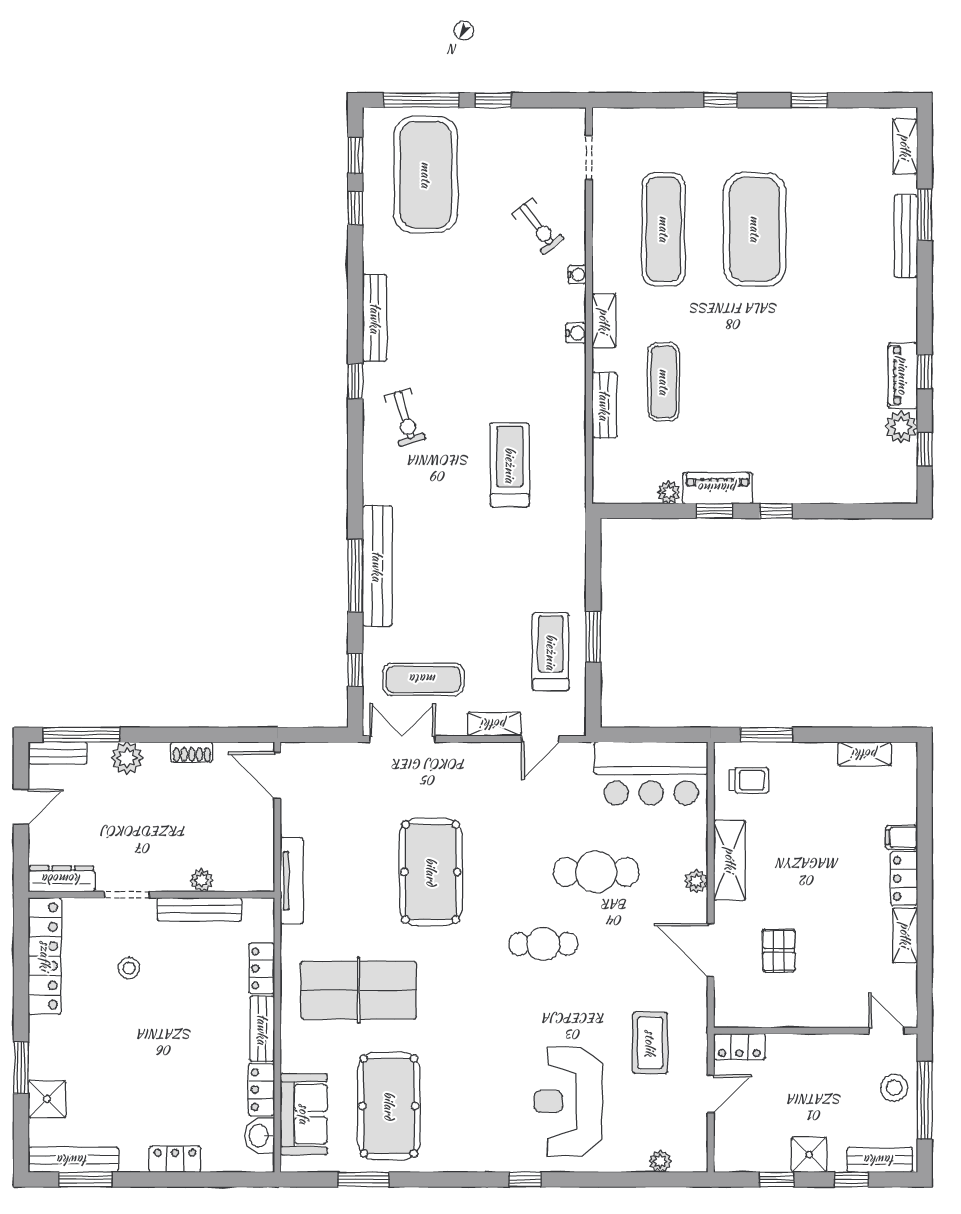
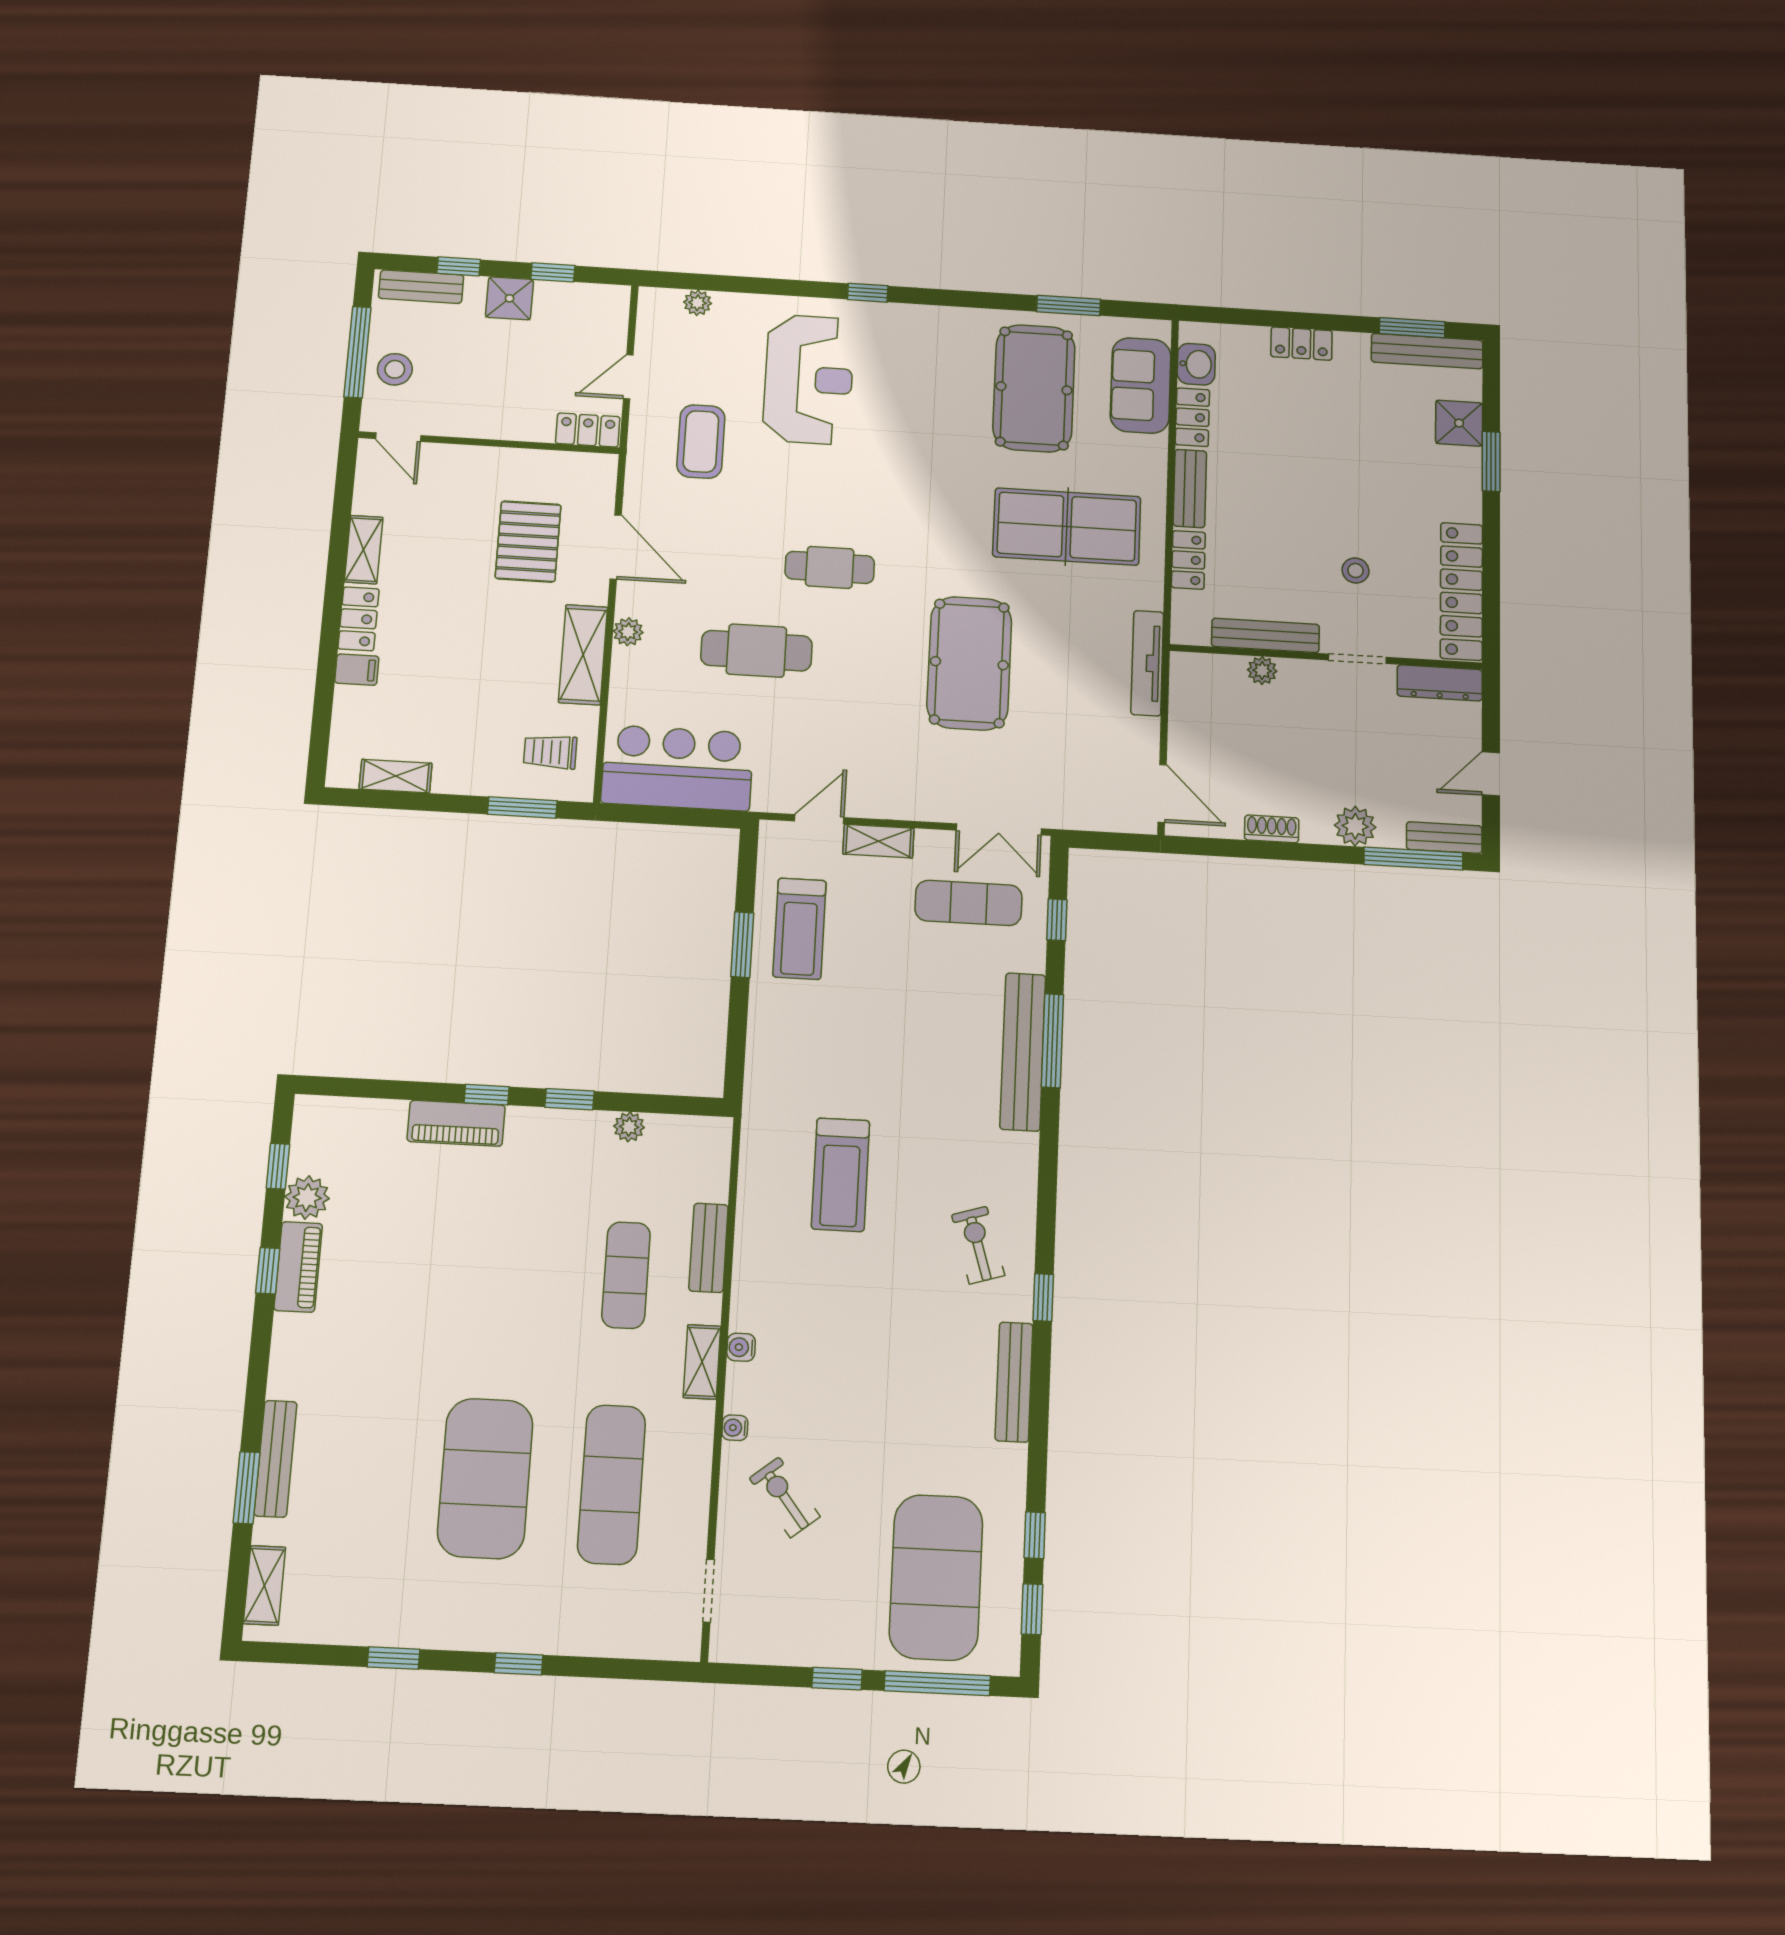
piano: (718, 488) -> (456, 1123), moved
pallet: (779, 950) -> (528, 541), width x1.50, depth x1.42

